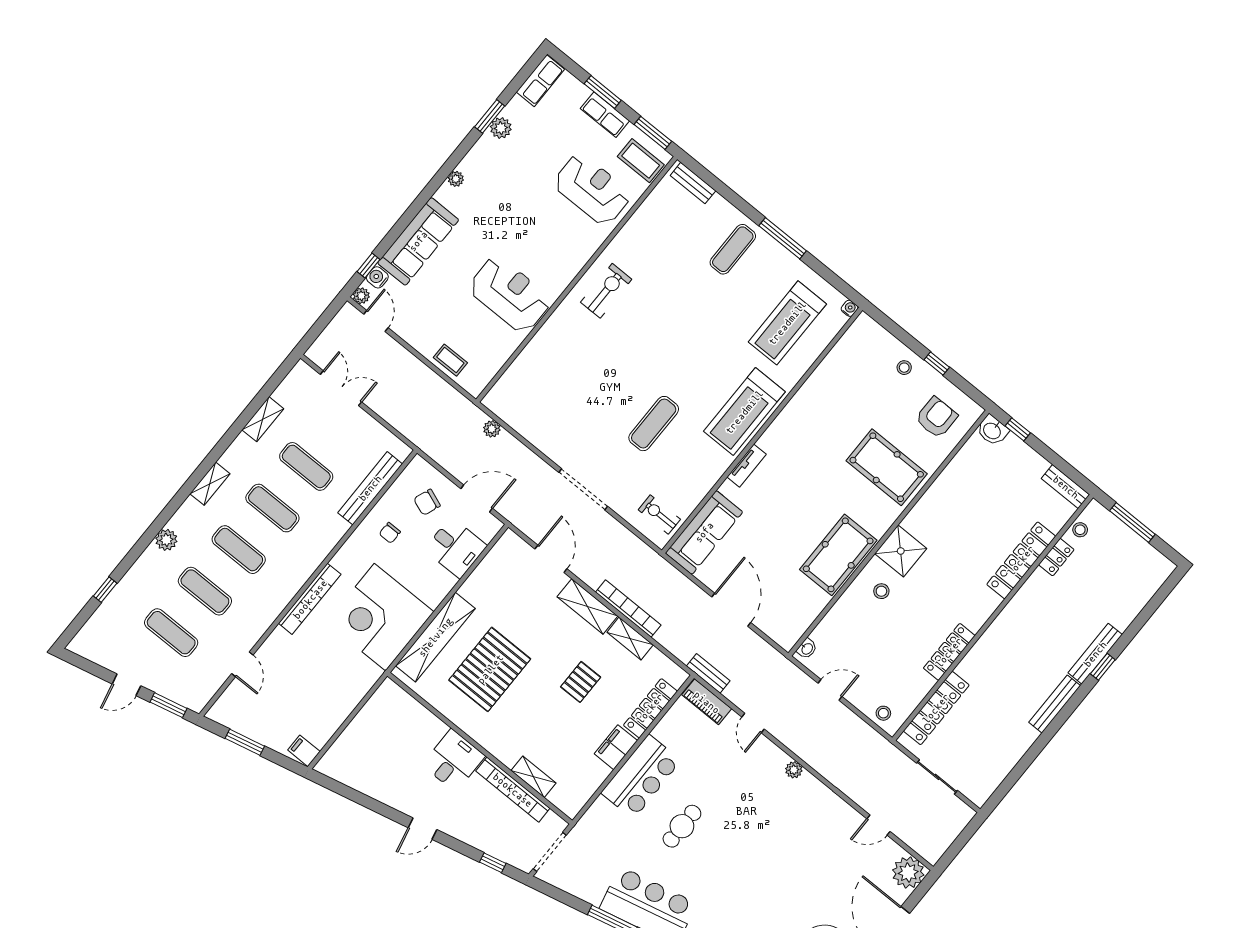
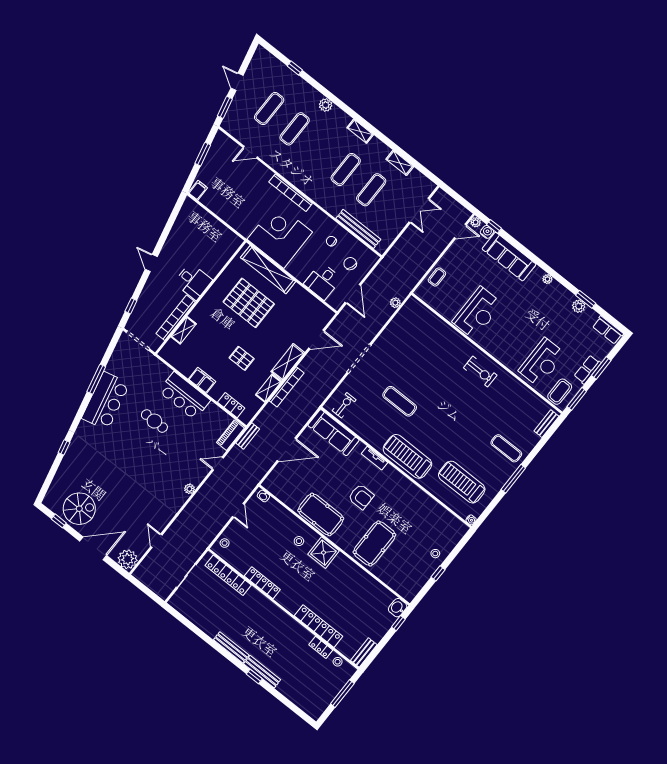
armchair: (936, 418) -> (361, 497), moved
exercise mat: (239, 550) -> (320, 149), removed
locker: (650, 708) -> (231, 405), width x0.66

